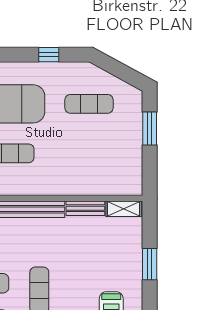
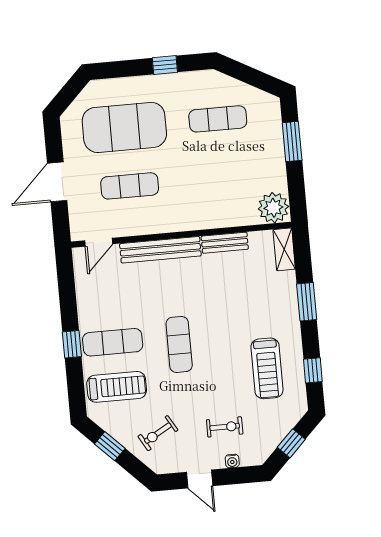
plant: (129, 183) -> (273, 208), added
shelving: (124, 209) -> (284, 249), moved, turned 90

